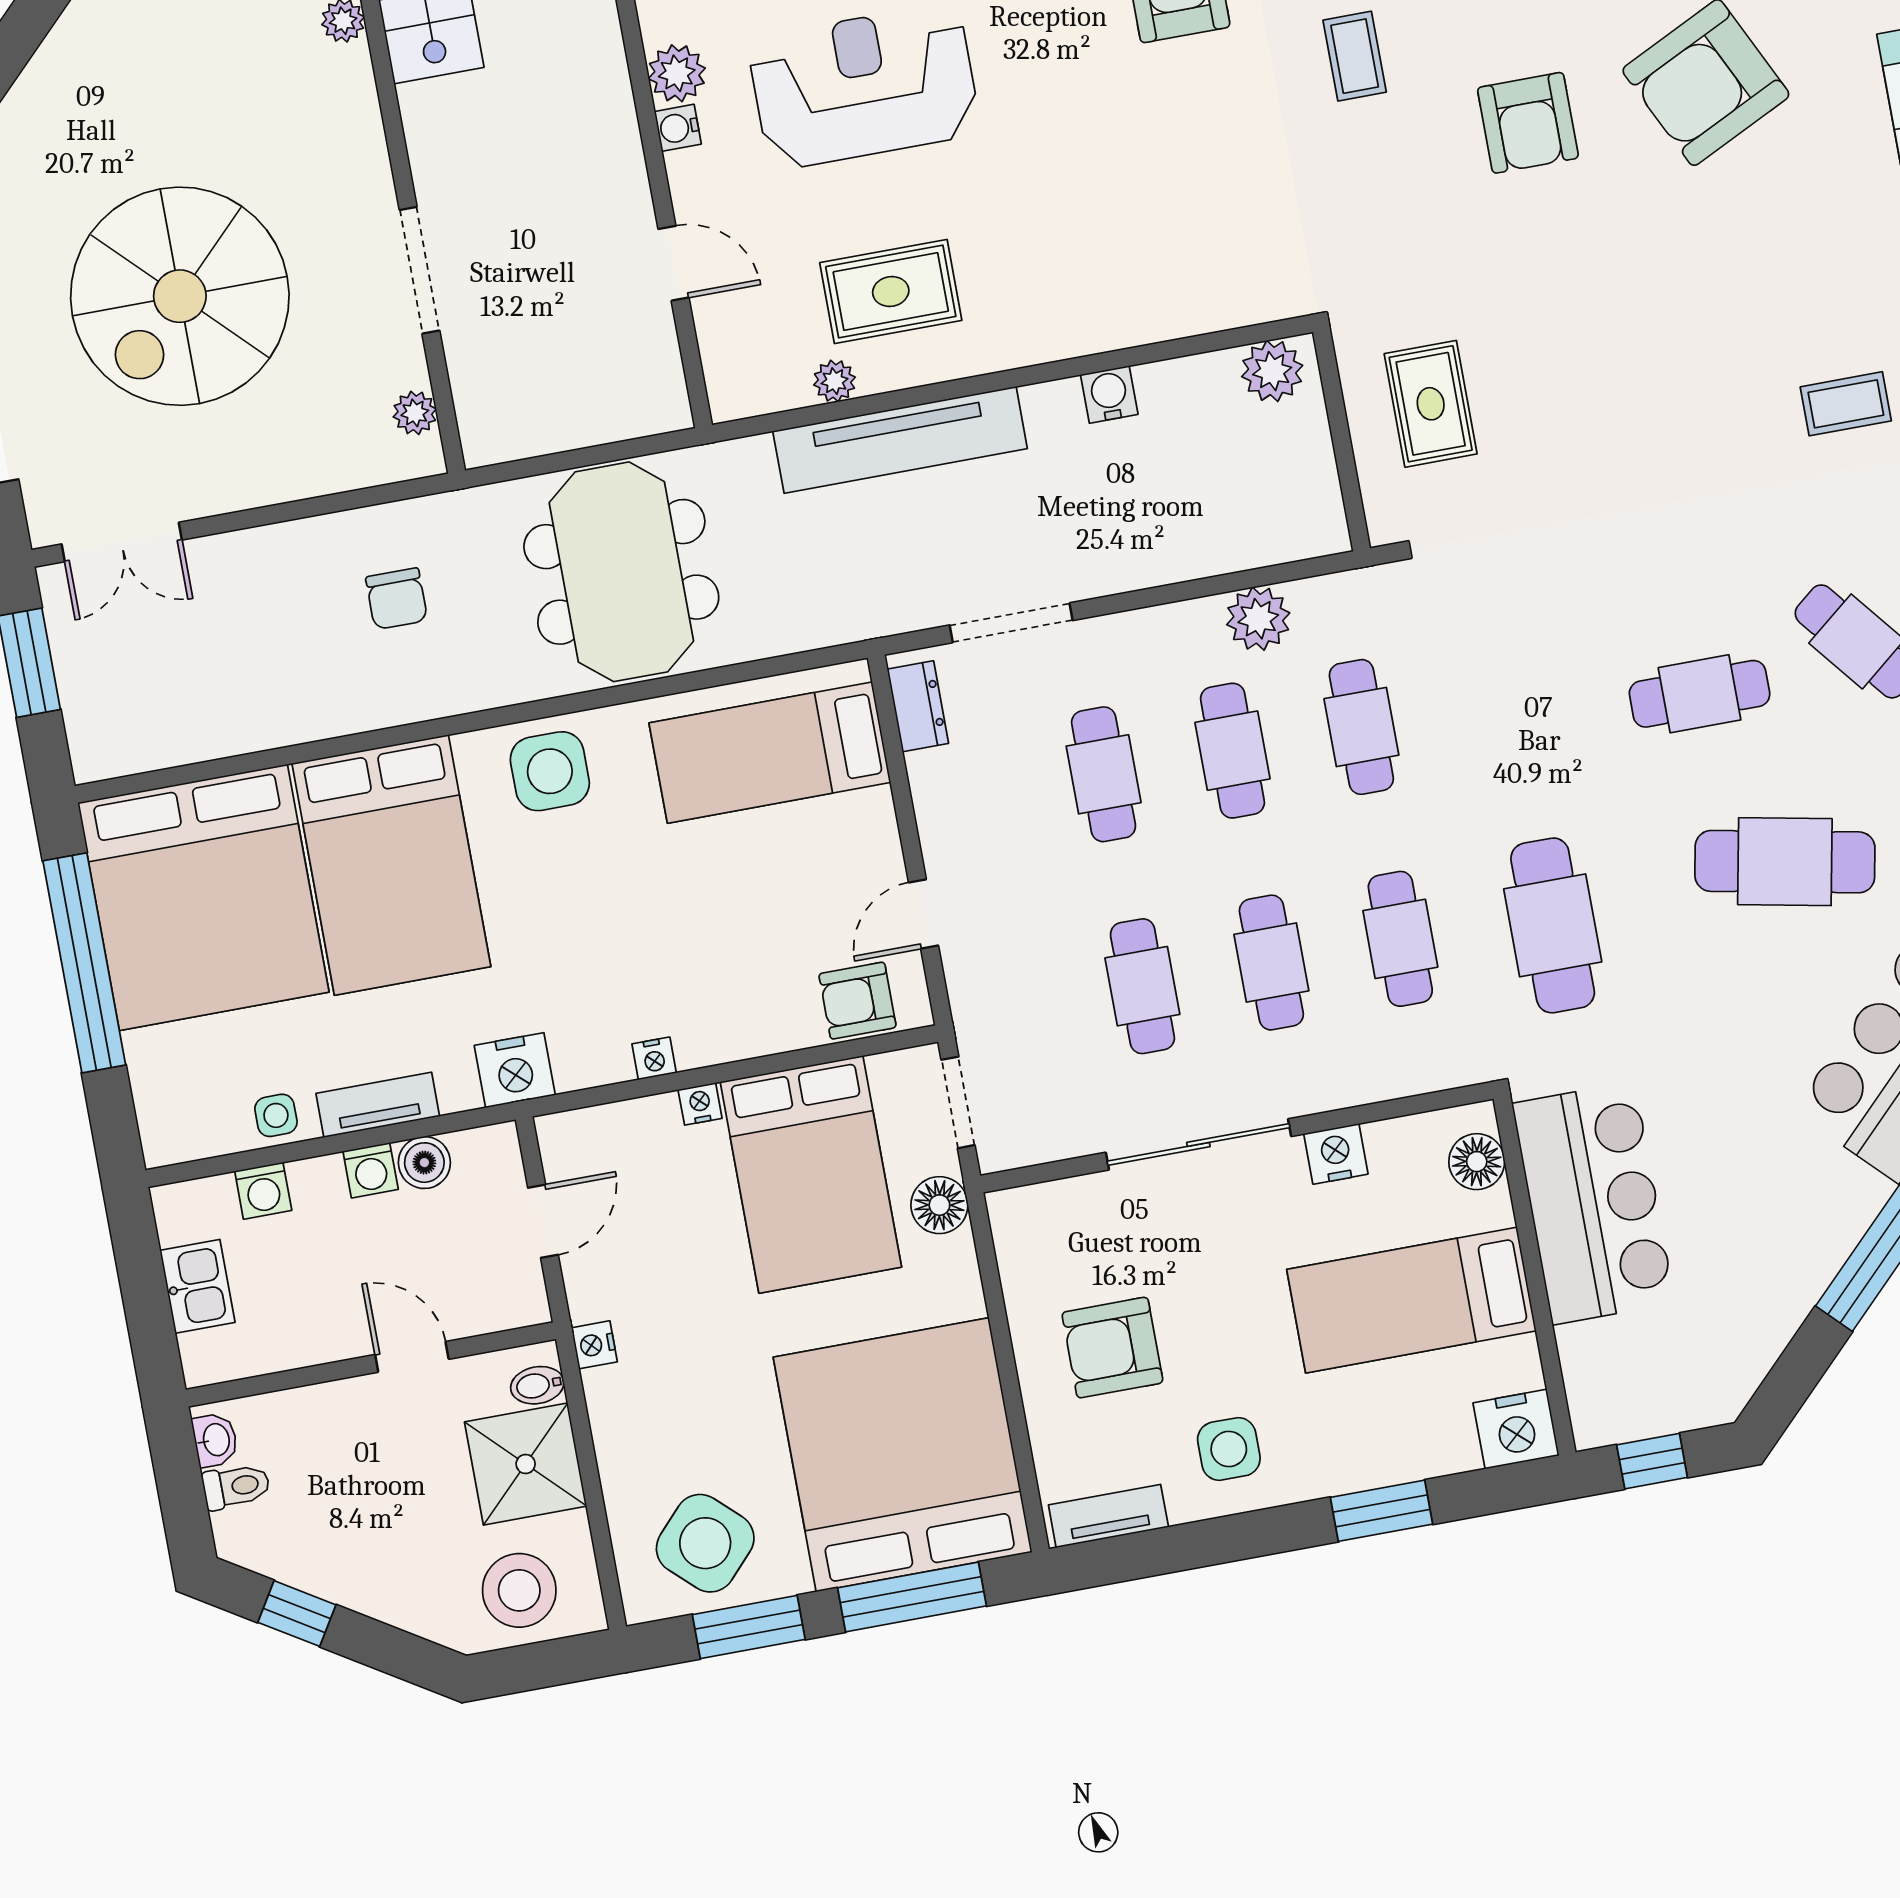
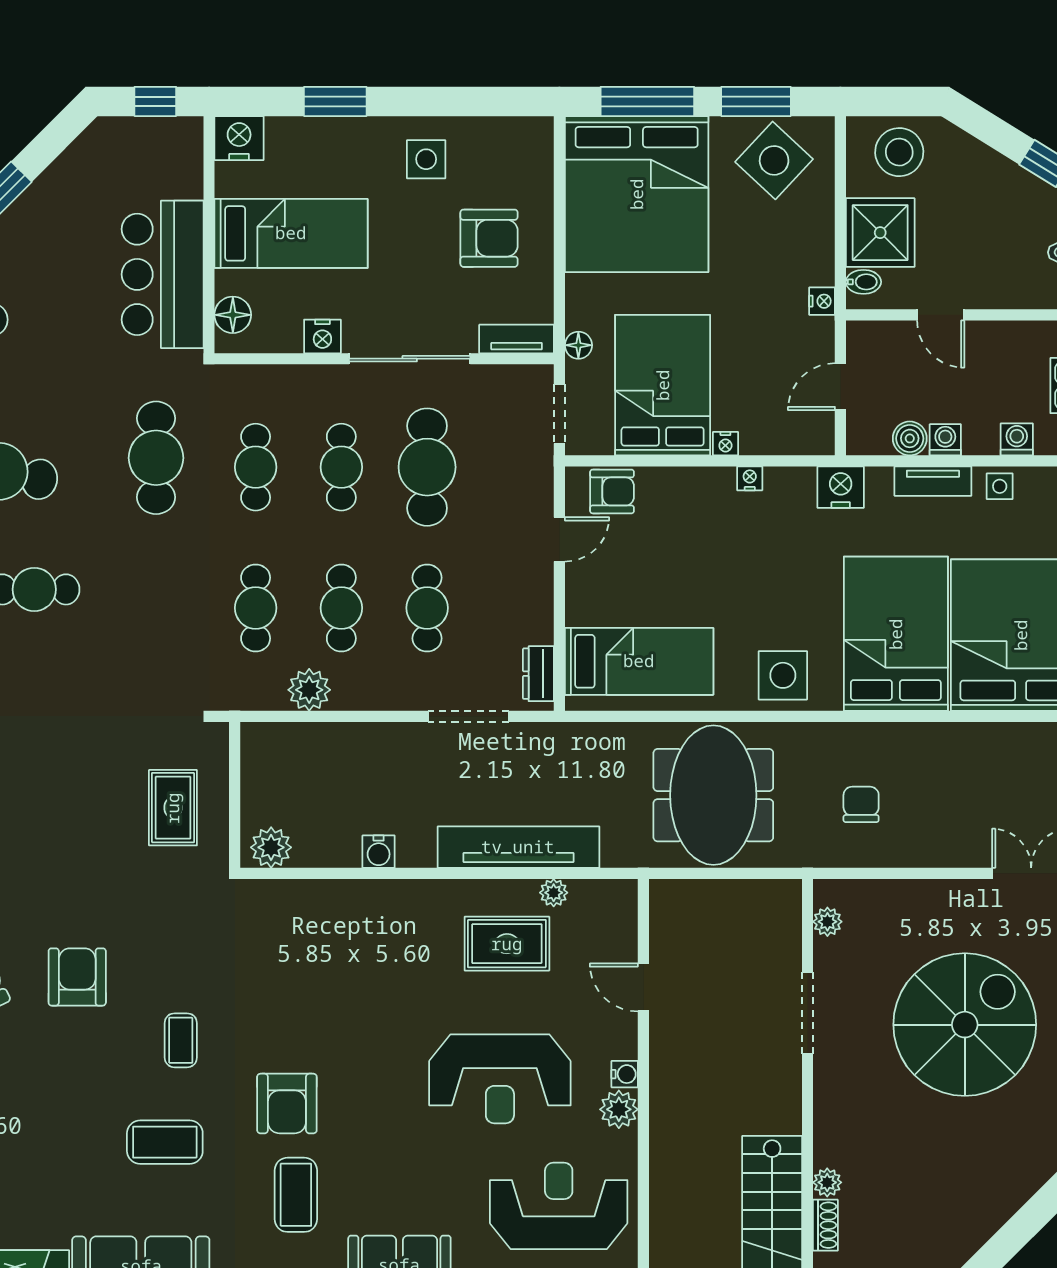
cafe table: (1142, 986) -> (427, 467), width x1.37, depth x1.35
floor lamp: (939, 1205) -> (578, 345), width x0.73, depth x0.73
tv unit: (1108, 1516) -> (517, 339), moved, turned 180

